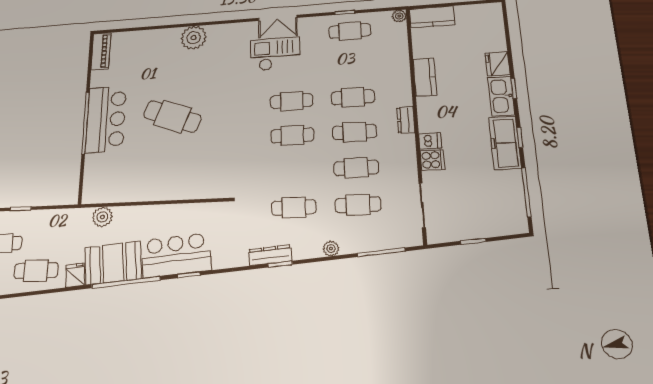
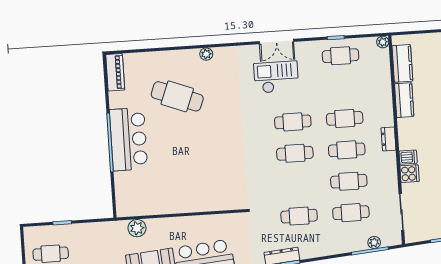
kitchen counter: (432, 17) -> (402, 63), moved, turned -90
plant: (194, 38) -> (206, 54), width x0.53, depth x0.53
cafe table: (172, 116) -> (177, 96), moved
plant: (331, 249) -> (374, 242), moved

